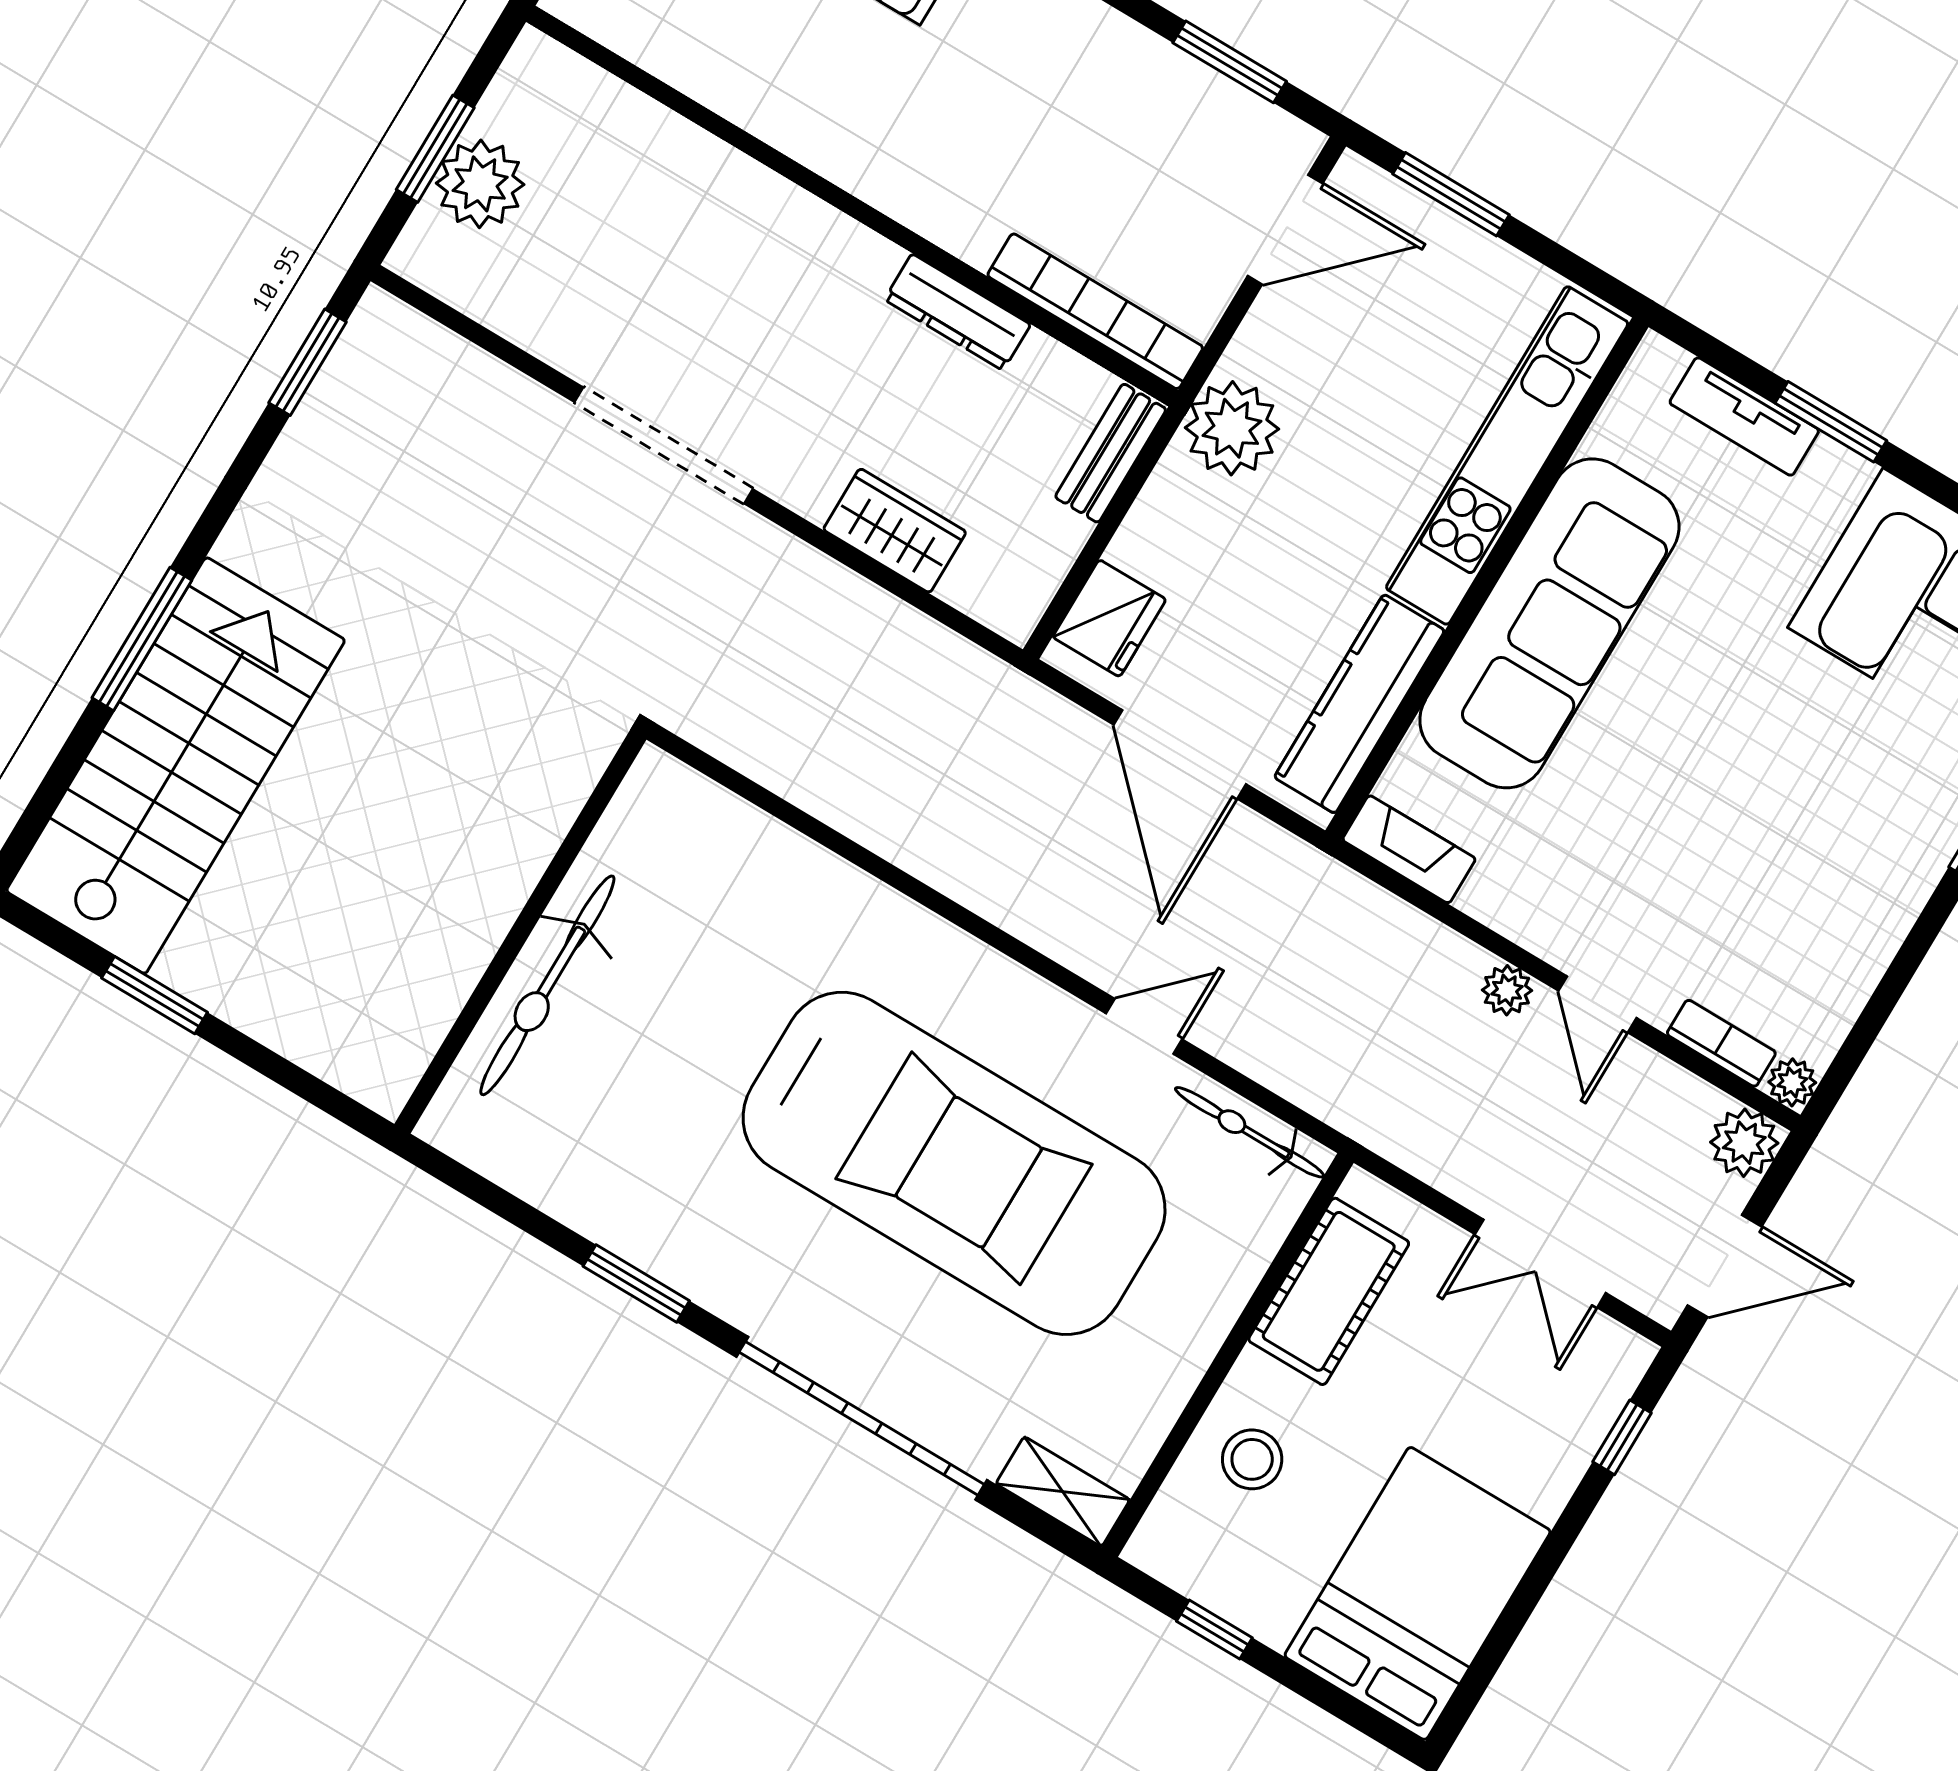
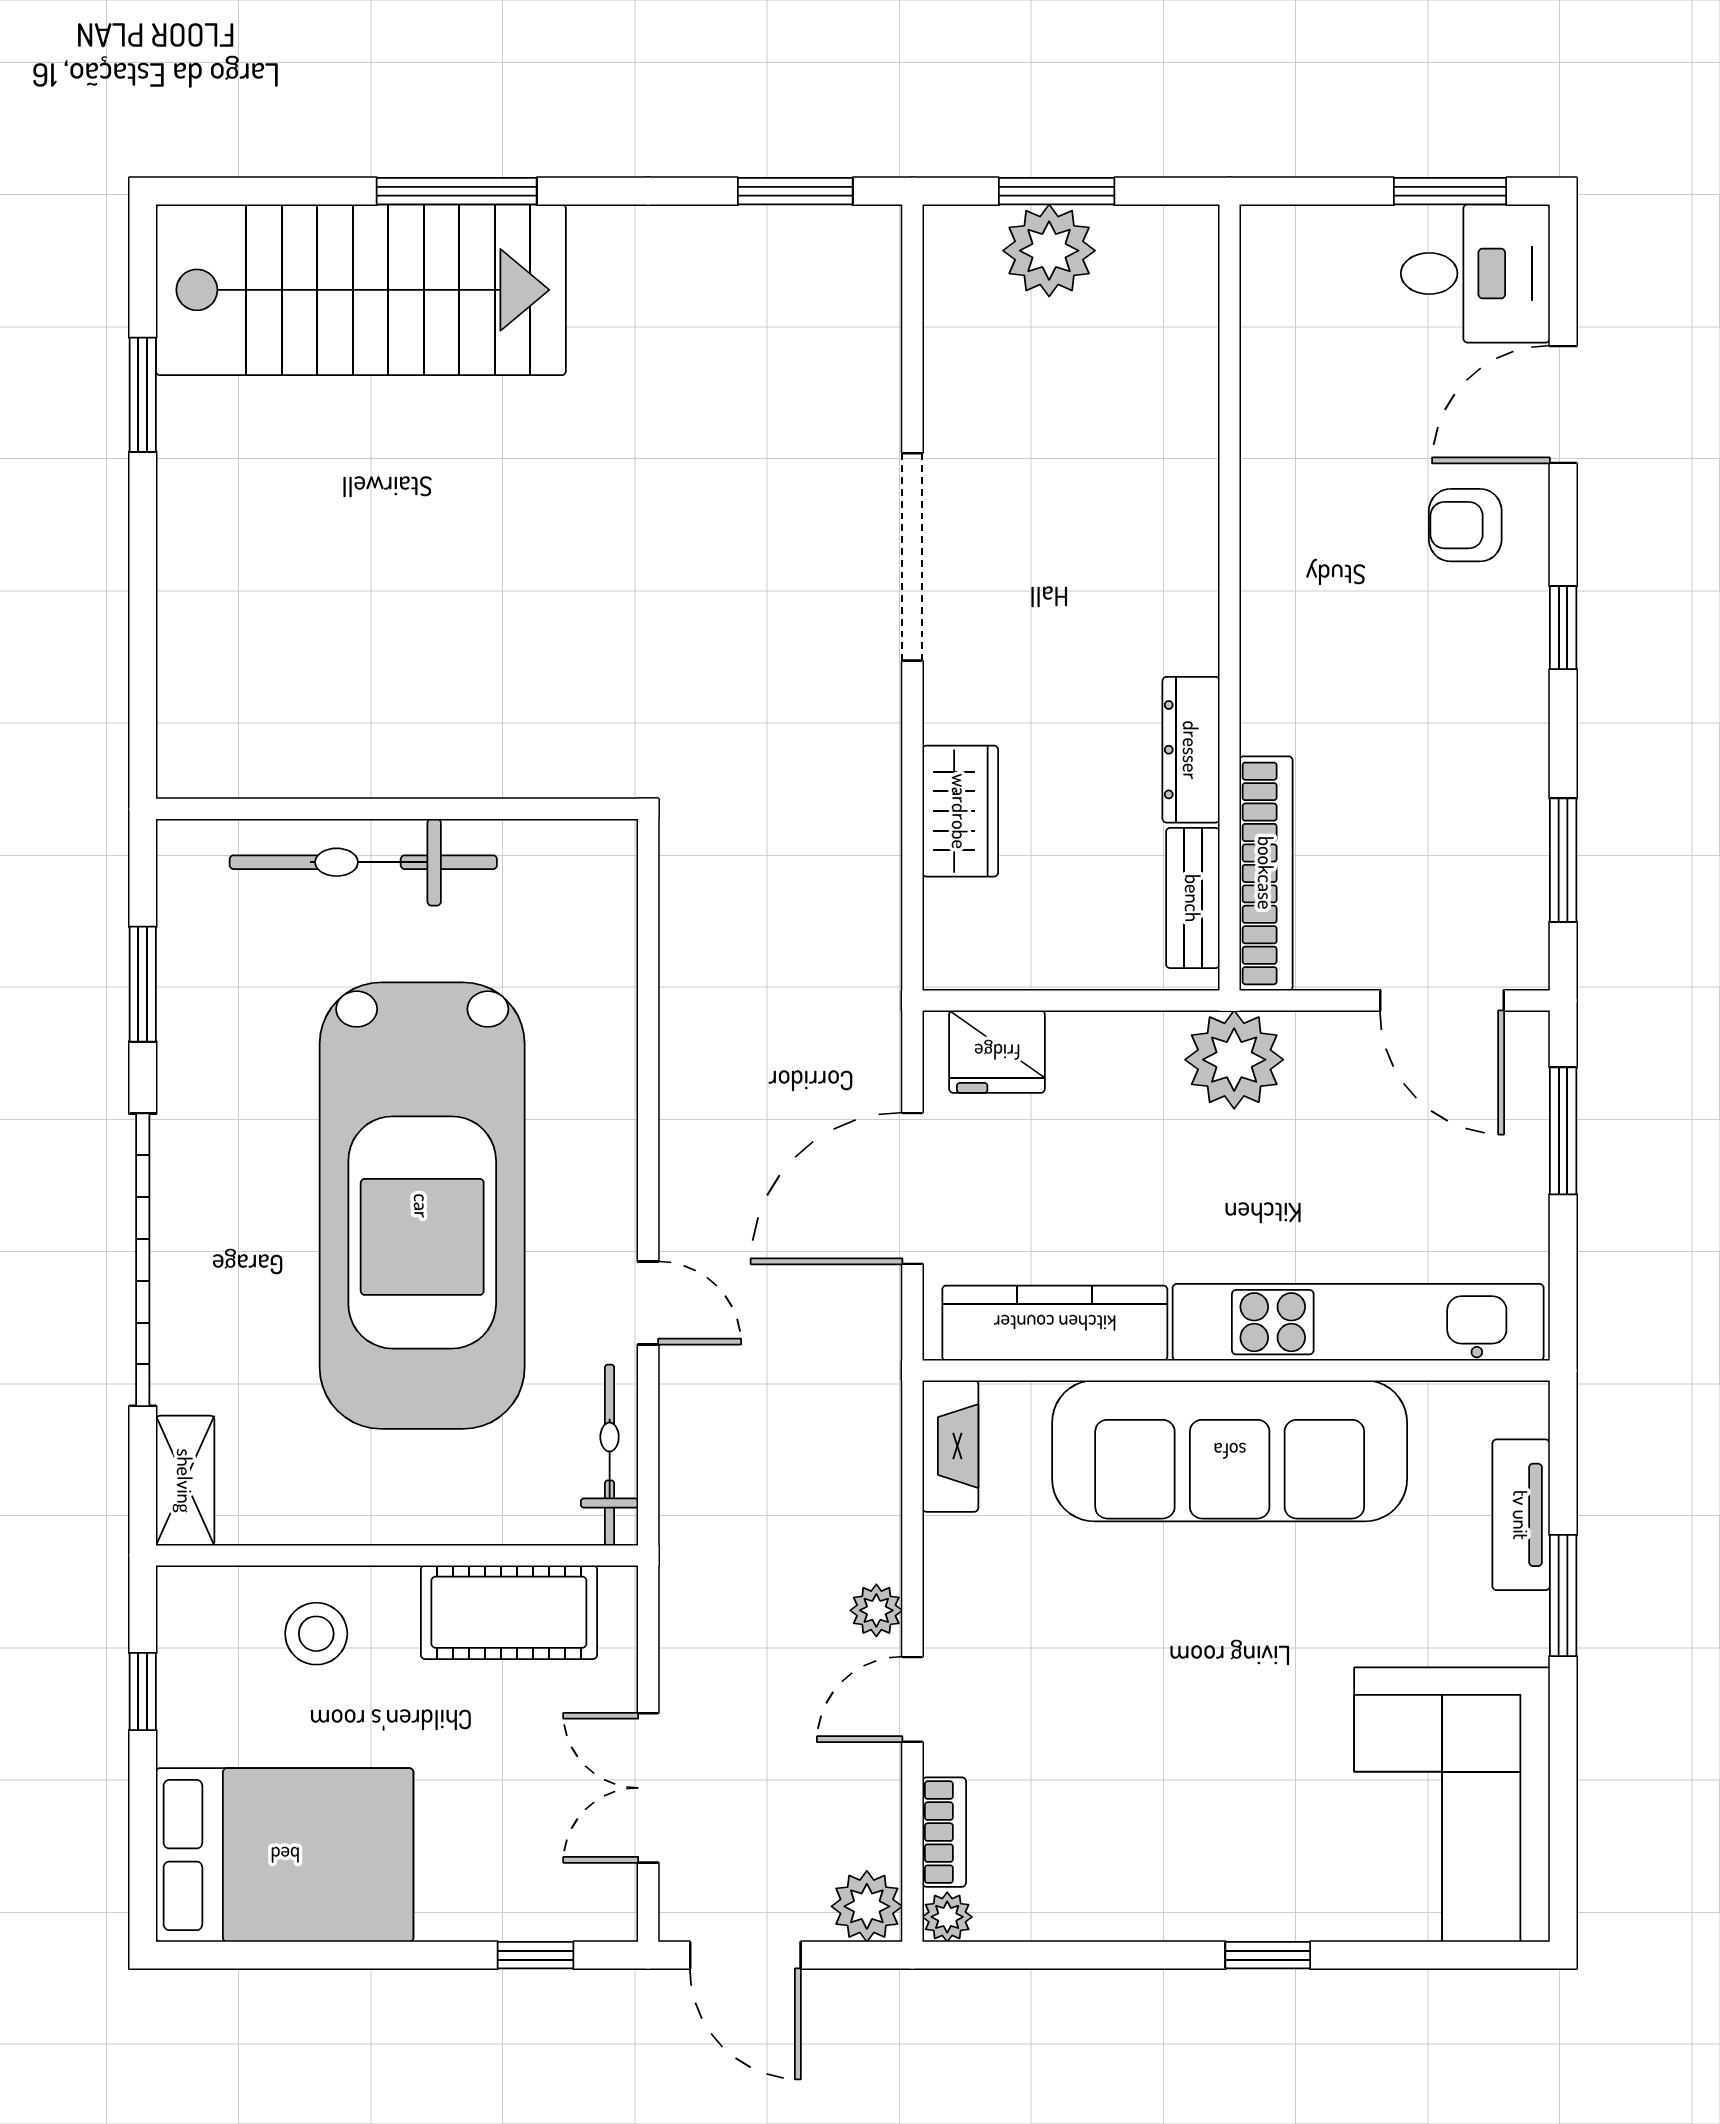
bench: (1111, 453) -> (1193, 898), moved, turned 90
wall: (520, 932) -> (397, 809), moved
bicycle: (547, 985) -> (363, 862), moved

